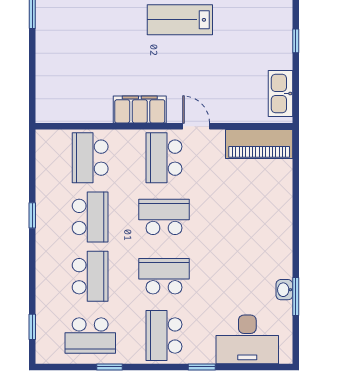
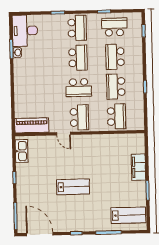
filing cabinet: (140, 109) -> (138, 167), moved, turned 90
school desk: (164, 276) -> (78, 58), turned -90
desk: (247, 339) -> (25, 31), moved, turned -90

